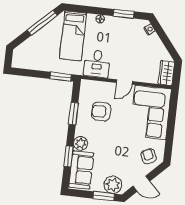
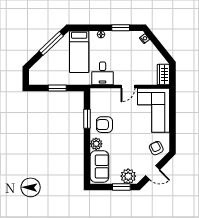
window: (61, 77) -> (57, 88), moved
armchair: (101, 111) -> (104, 125), moved
window: (68, 156) -> (87, 156), removed

